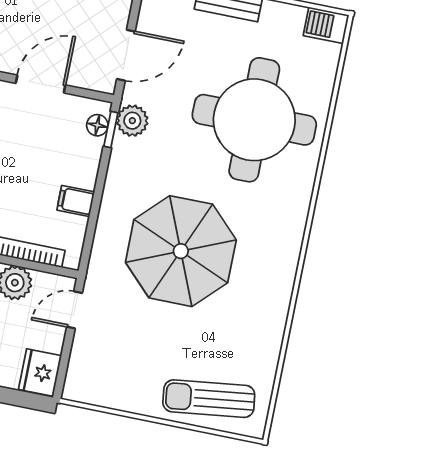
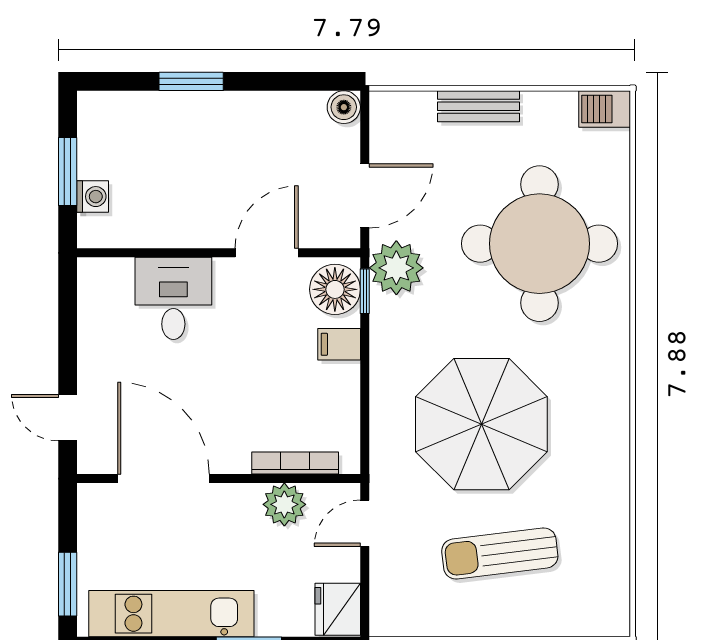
plant: (132, 121) -> (396, 268), width x1.36, depth x1.36
floor lamp: (97, 125) -> (335, 289), width x1.89, depth x1.89
filing cabinet: (76, 201) -> (339, 344), moved
sun lounger: (209, 399) -> (500, 554), moved

